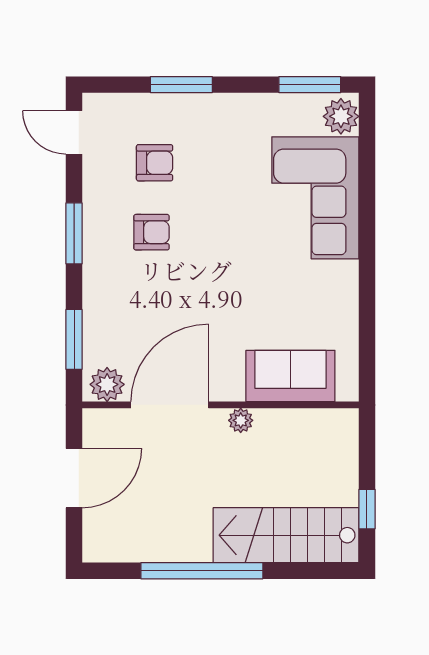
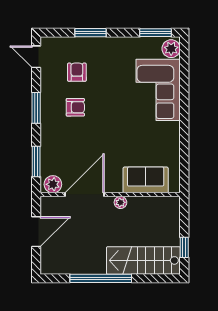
armchair: (155, 163) -> (77, 72), turned -90

